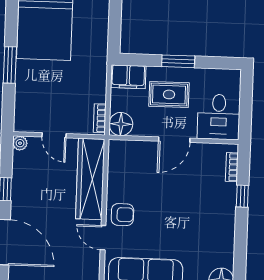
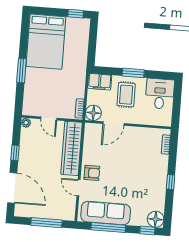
rug: (169, 94) -> (126, 95), turned 90
desk: (219, 117) -> (160, 94), moved, turned 180
door: (174, 140) -> (114, 124), moved
window: (242, 196) -> (171, 182), moved

